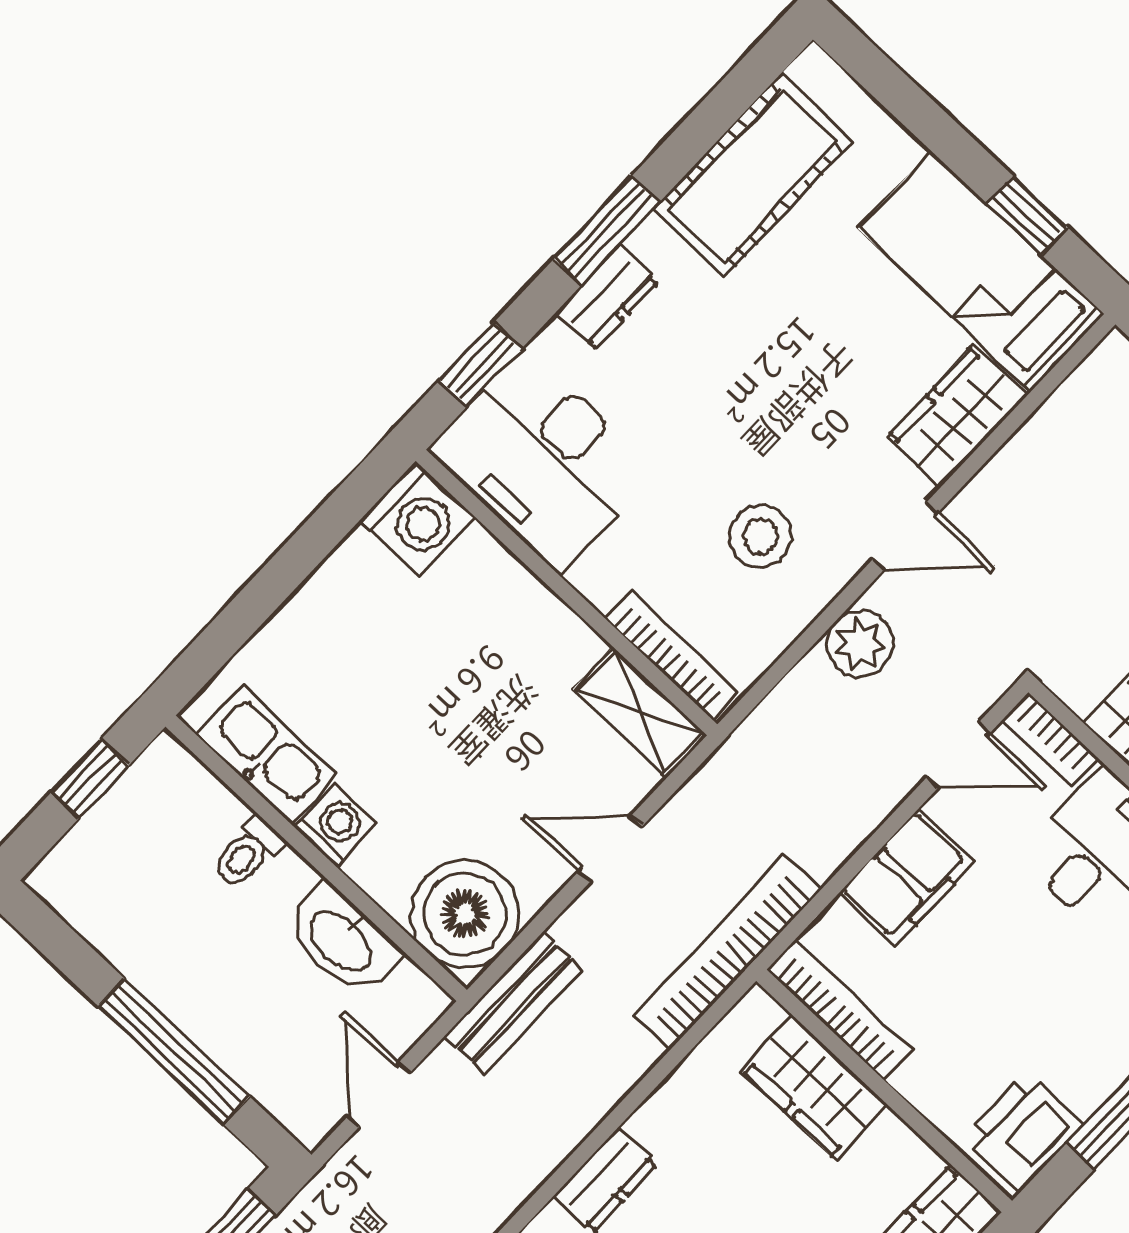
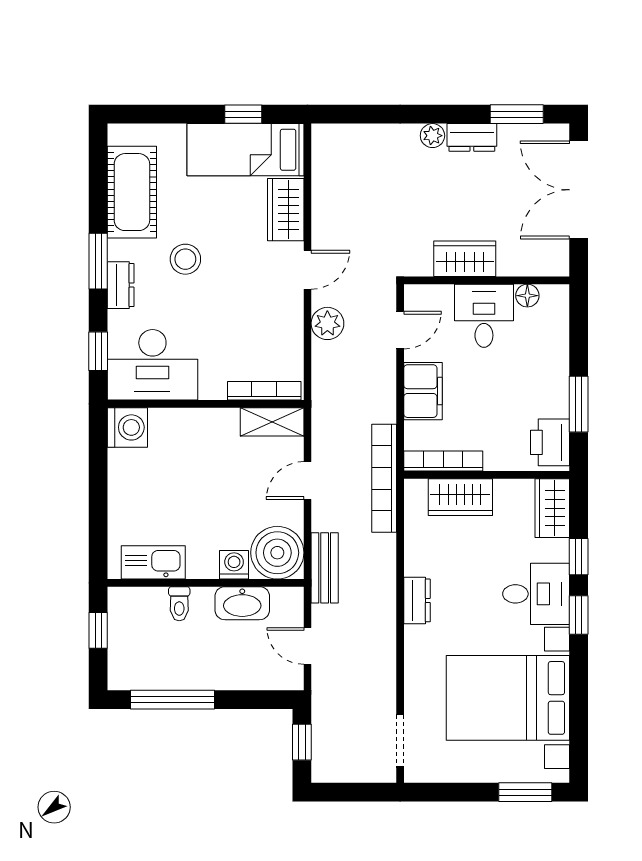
stool: (760, 536) -> (185, 259), moved
bookcase: (1050, 740) -> (428, 294), removed
washing machine: (336, 826) -> (234, 565), moved
window: (174, 1051) -> (172, 700), moved

